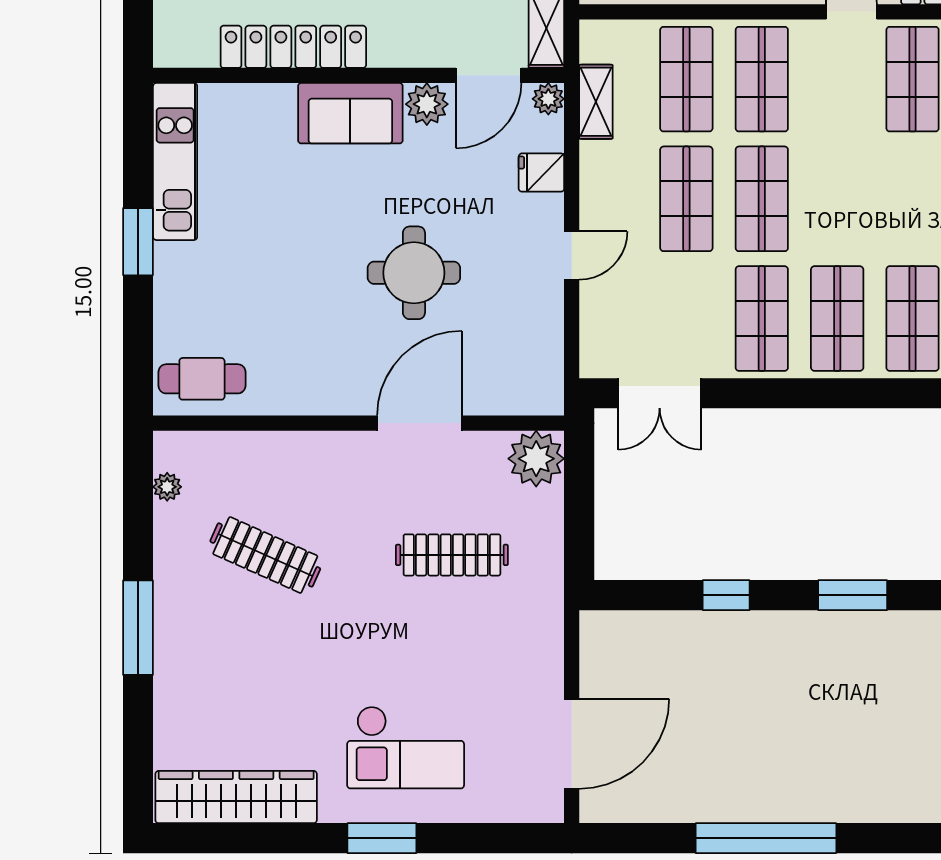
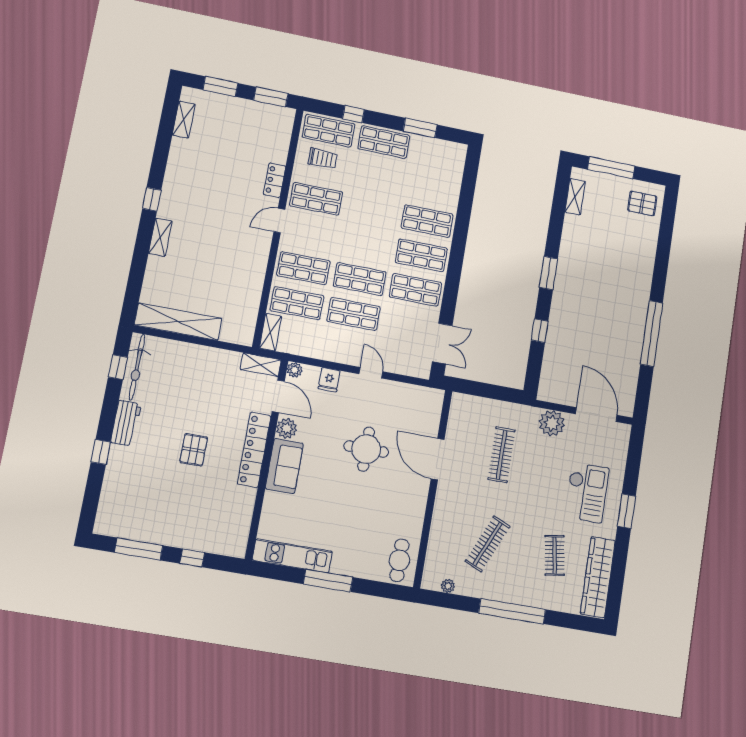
locker: (293, 47) -> (254, 450), moved
shelving: (596, 102) -> (270, 332), moved, turned 90
window: (138, 242) -> (328, 581), width x1.44
plant: (536, 459) -> (552, 423), moved
window: (138, 628) -> (512, 611), width x1.46
clothes rail: (265, 699) -> (555, 555), added

